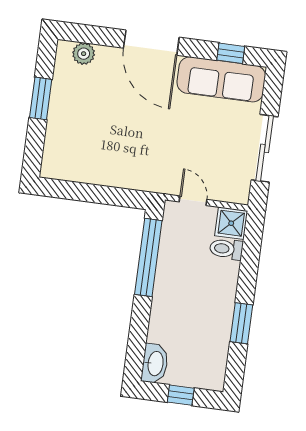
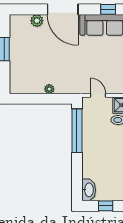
plant: (84, 54) -> (37, 21), moved
plant: (110, 178) -> (49, 89), added

